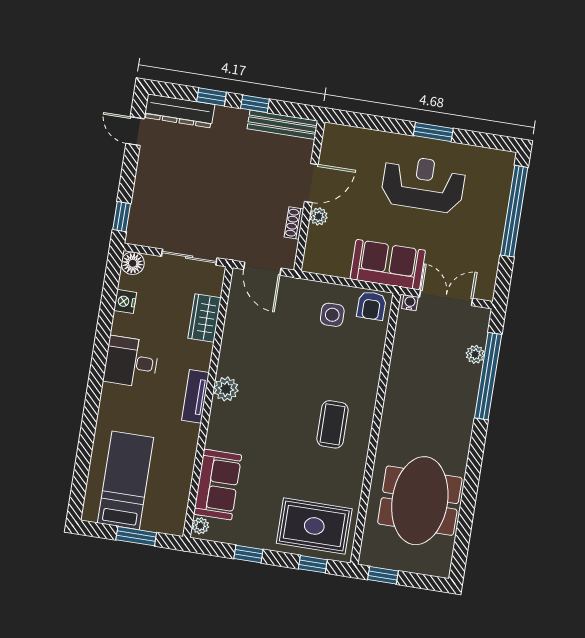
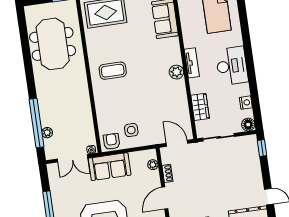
plant: (319, 216) -> (153, 165), moved
desk: (131, 362) -> (232, 66), width x1.37
coffee table: (332, 424) -> (113, 71), turned 90

